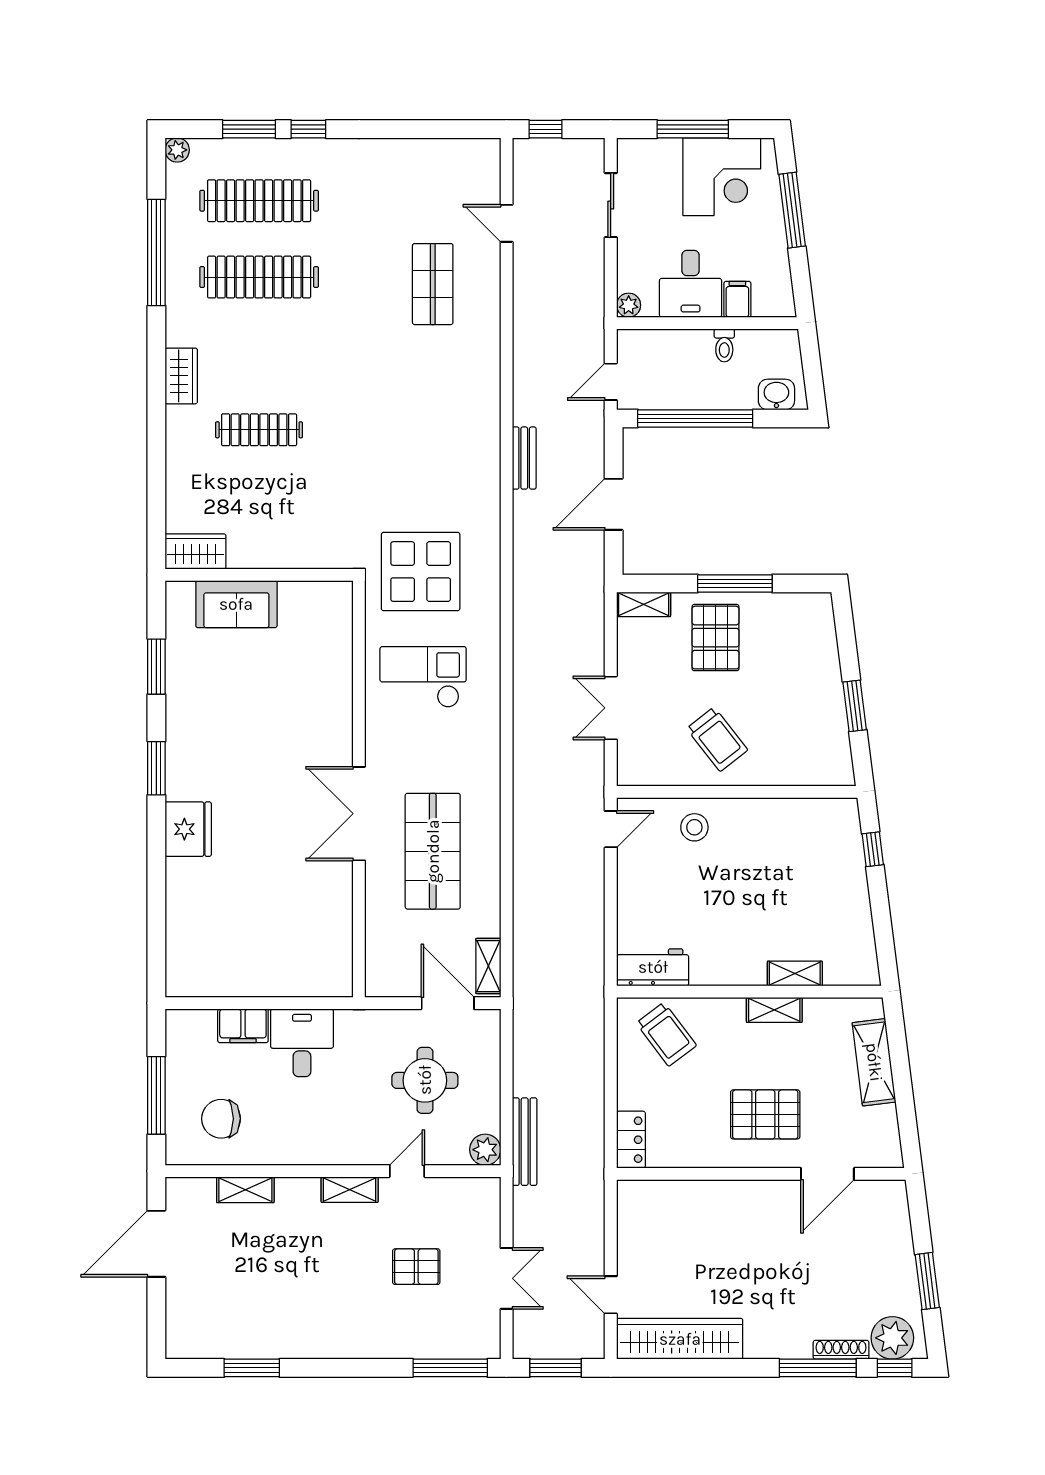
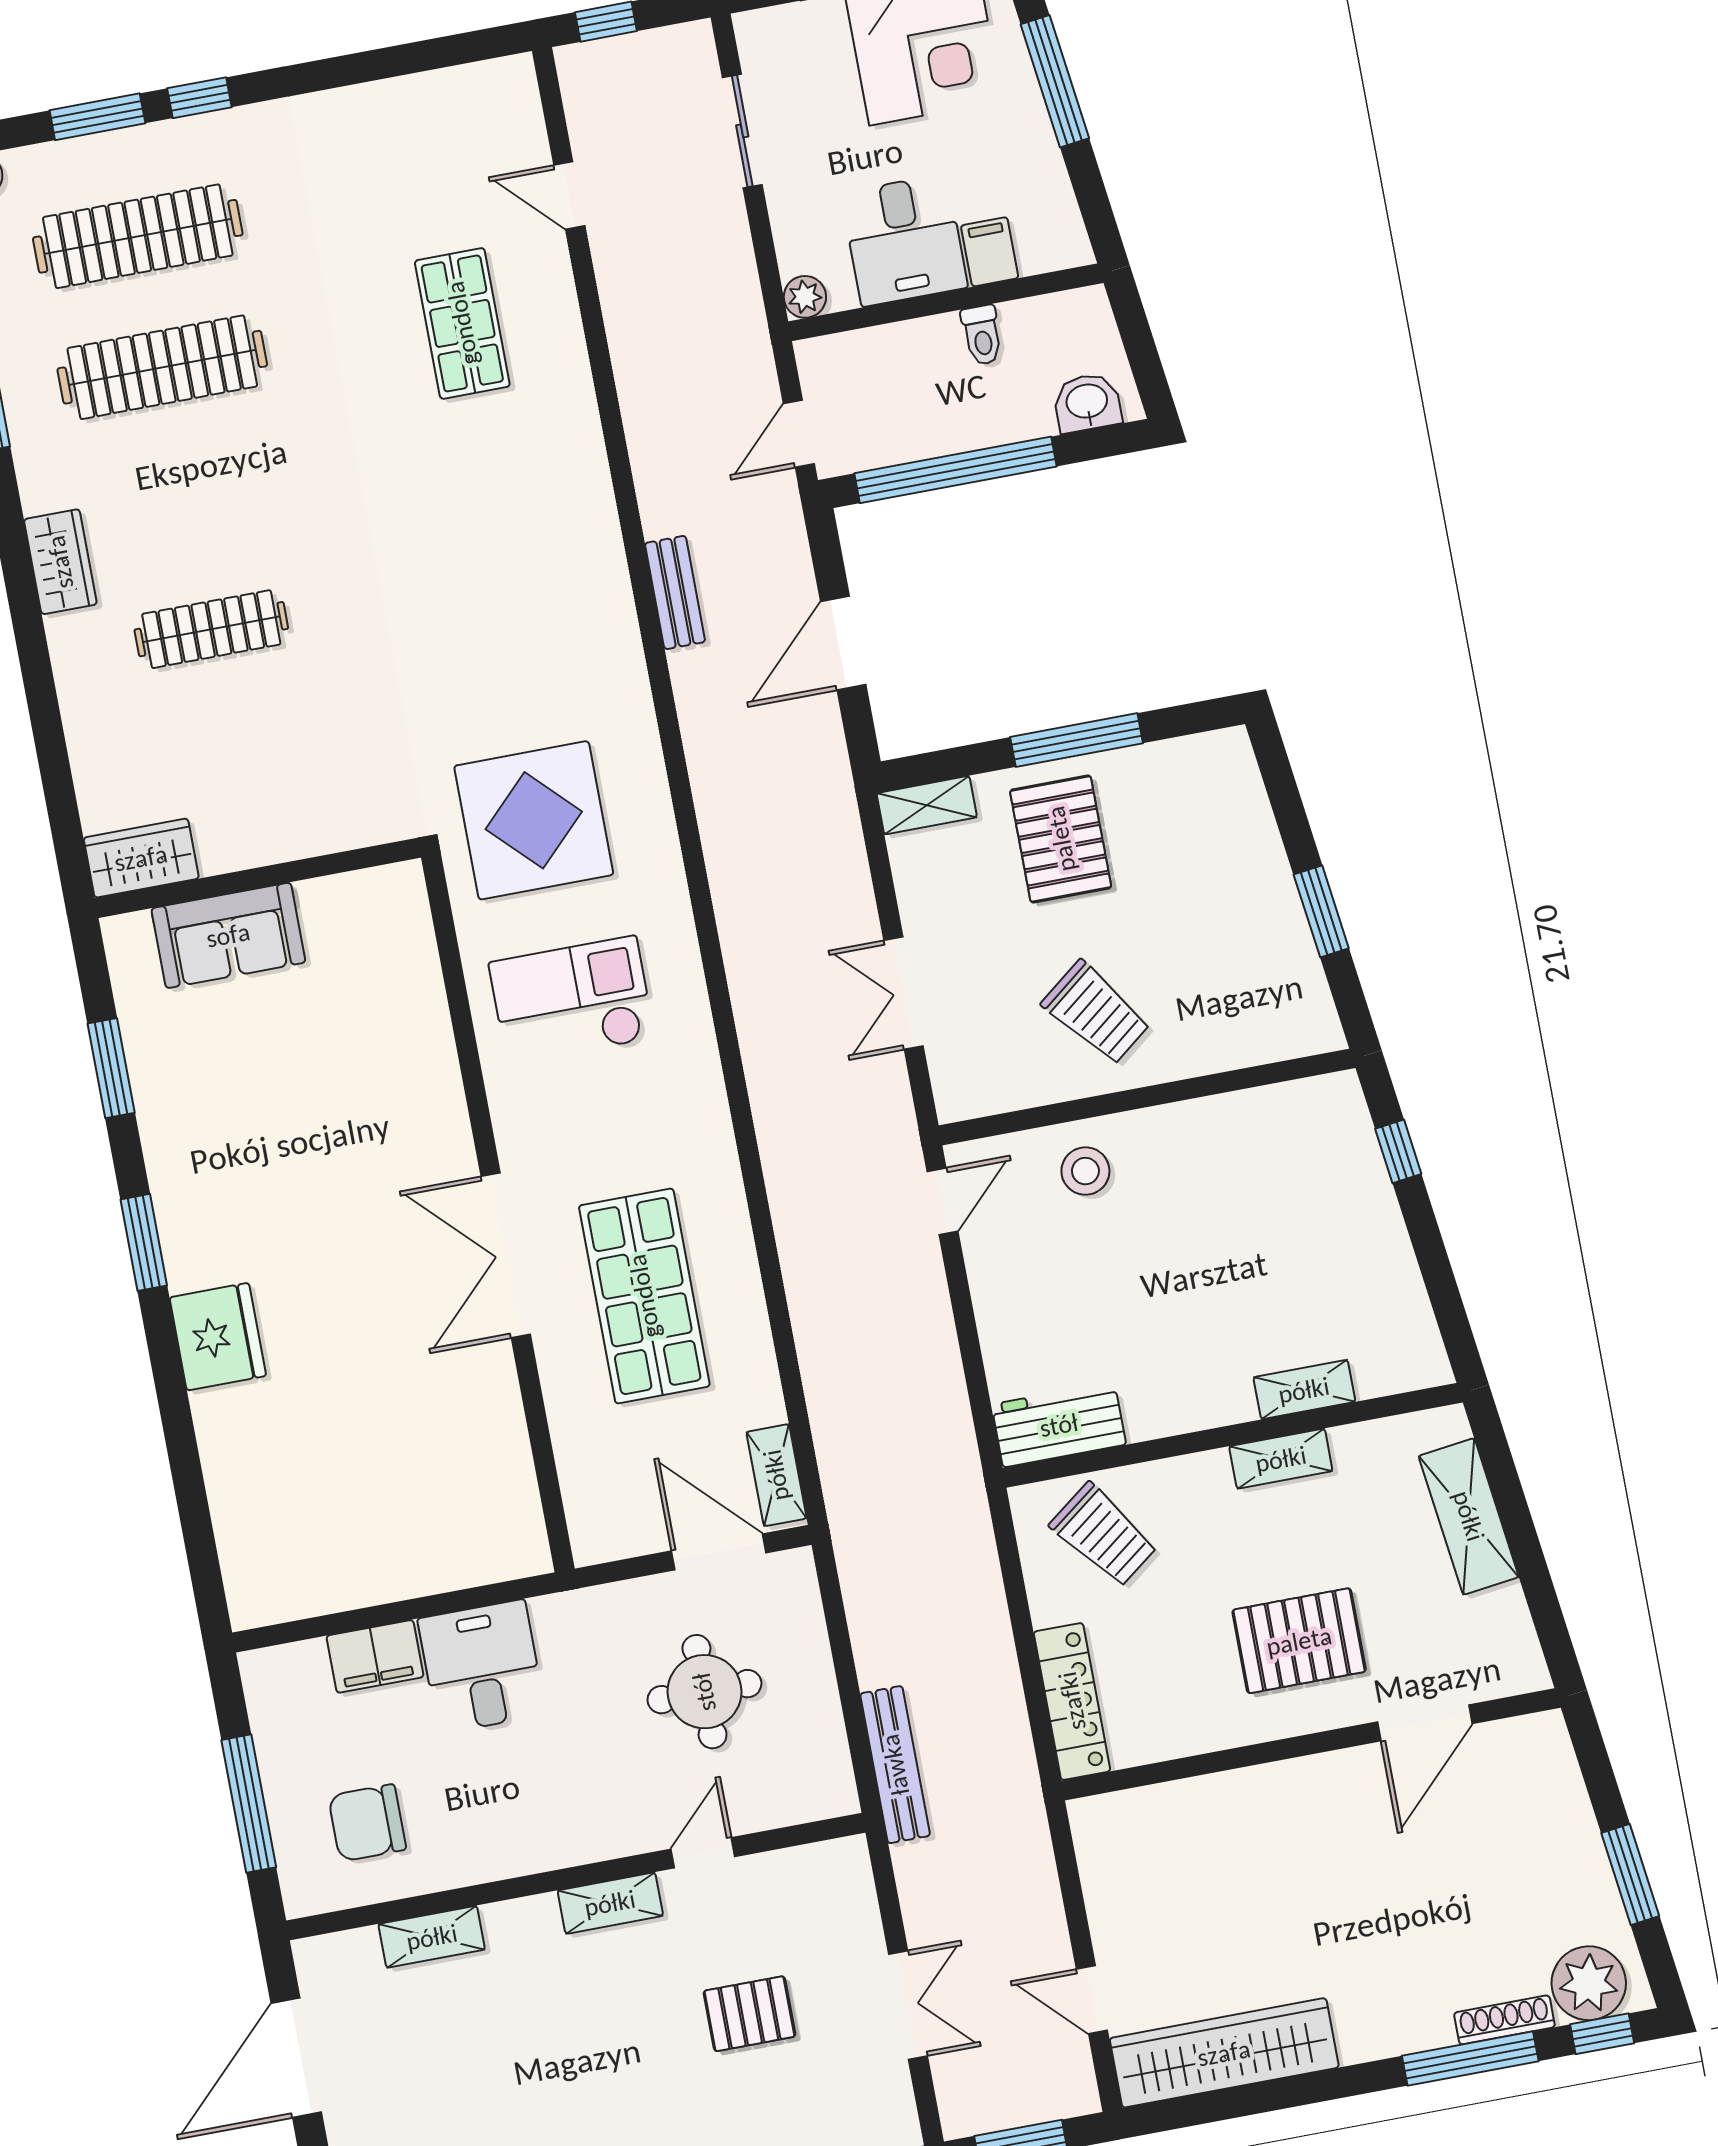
locker: (631, 1140) -> (1072, 1701), width x1.53
plant: (485, 1150) -> (830, 1791), removed

